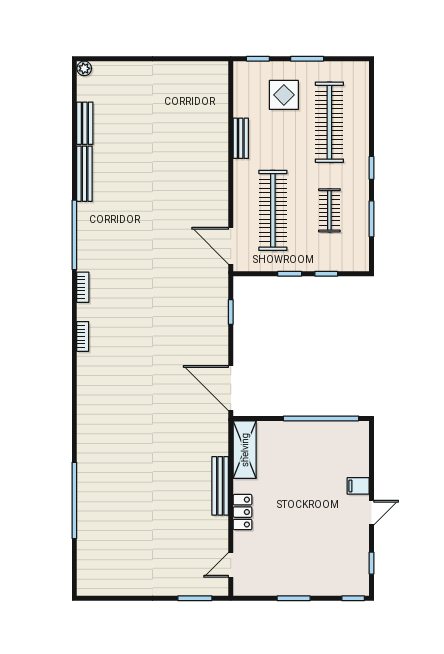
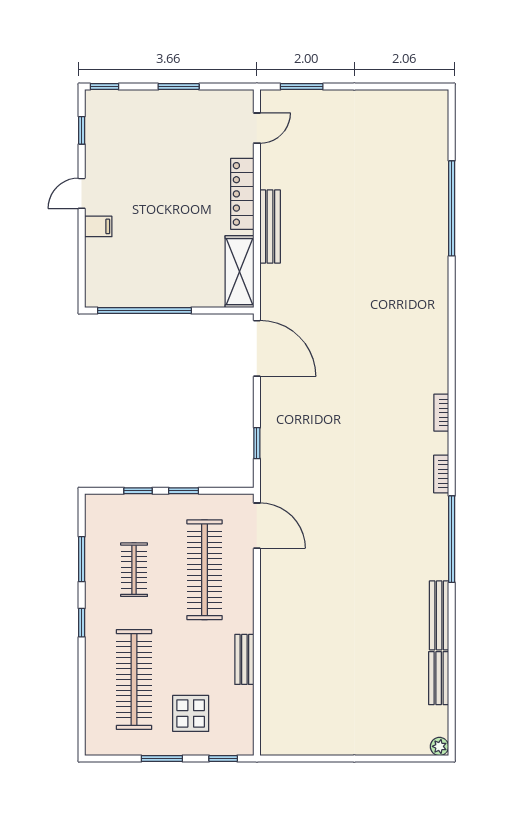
locker: (243, 512) -> (242, 194), width x1.53

